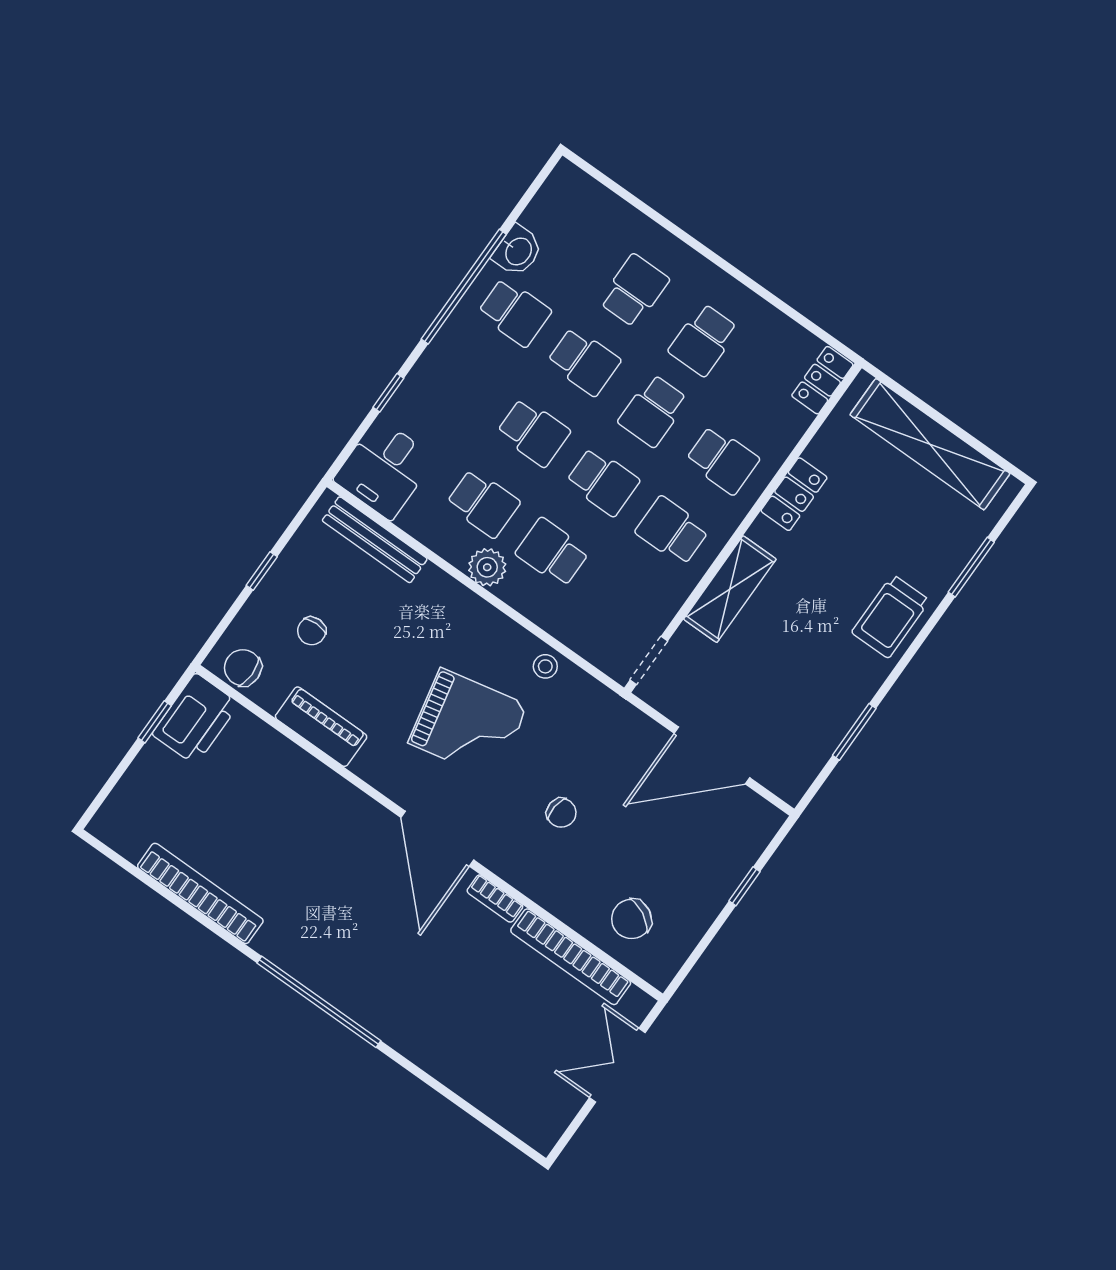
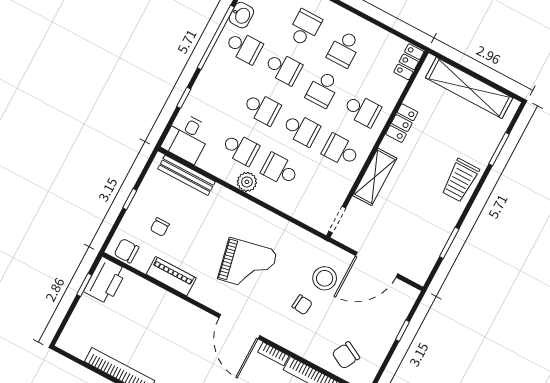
stool: (545, 666) -> (325, 278), moved, width x1.89, depth x1.89

